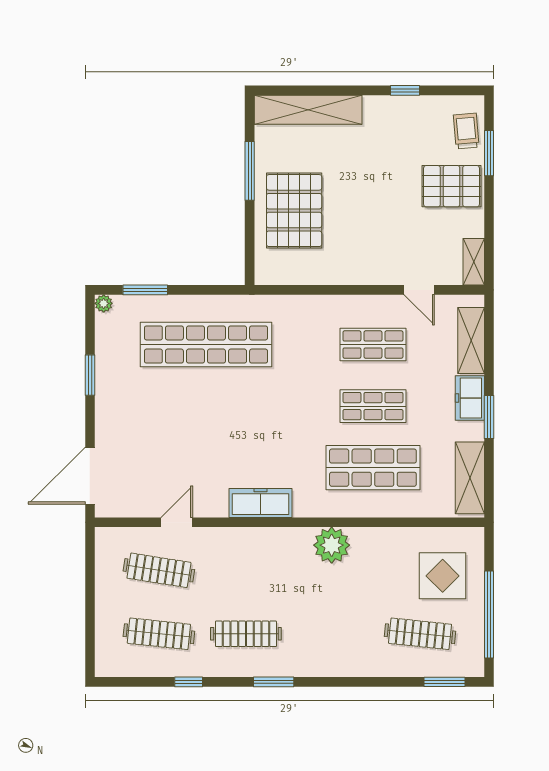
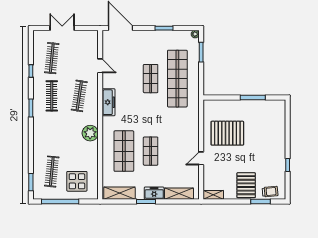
shelving: (308, 110) -> (279, 123), removed
pallet: (294, 211) -> (227, 133), moved
door: (419, 290) -> (201, 158), moved
shop shelf: (373, 345) -> (151, 79), moved
clothes rail: (159, 570) -> (79, 96), moved
double door: (90, 610) -> (62, 28), added

